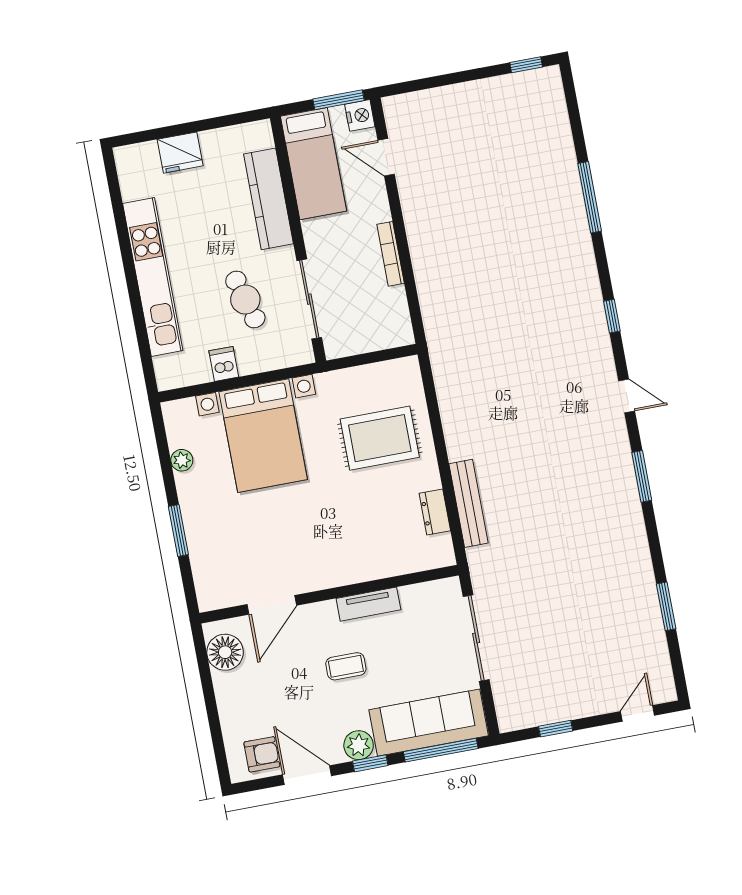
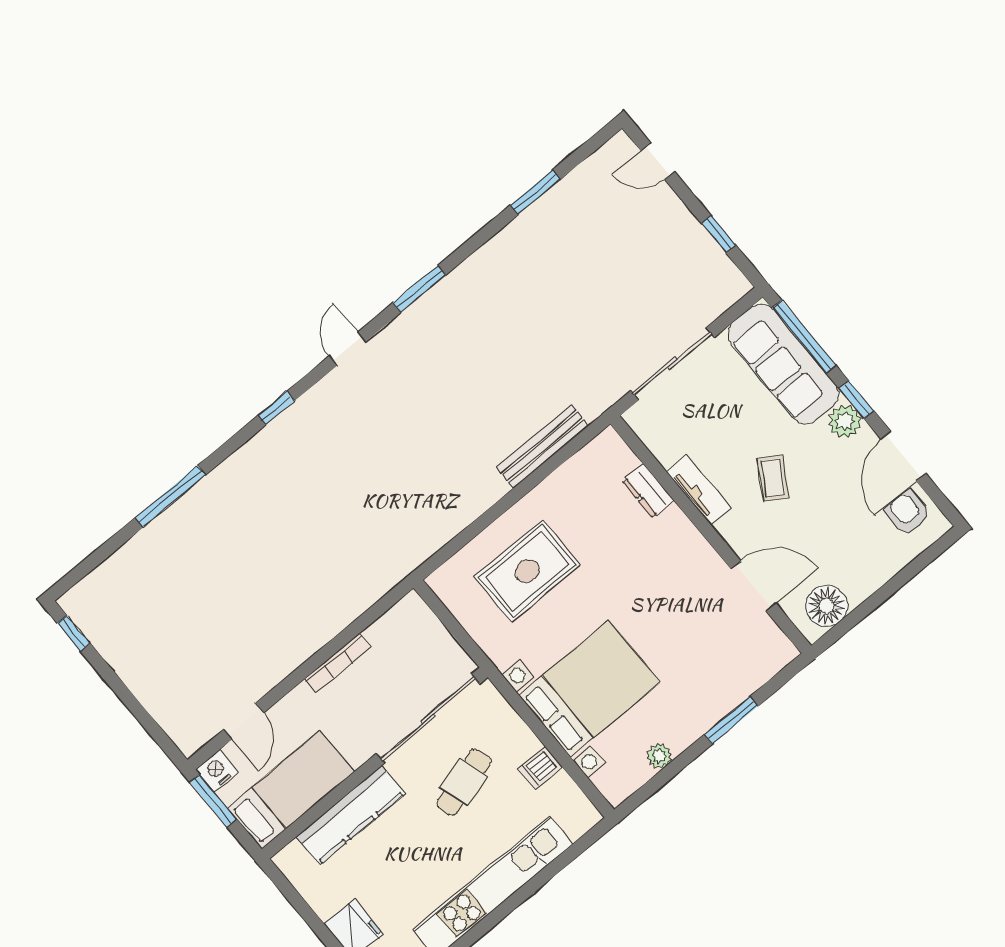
sliding door: (309, 299) -> (428, 719), width x1.36
rug: (380, 438) -> (527, 571), turned 90
dresser: (435, 512) -> (648, 491), moved, turned 90
coffee table: (346, 666) -> (773, 478), turned 31

